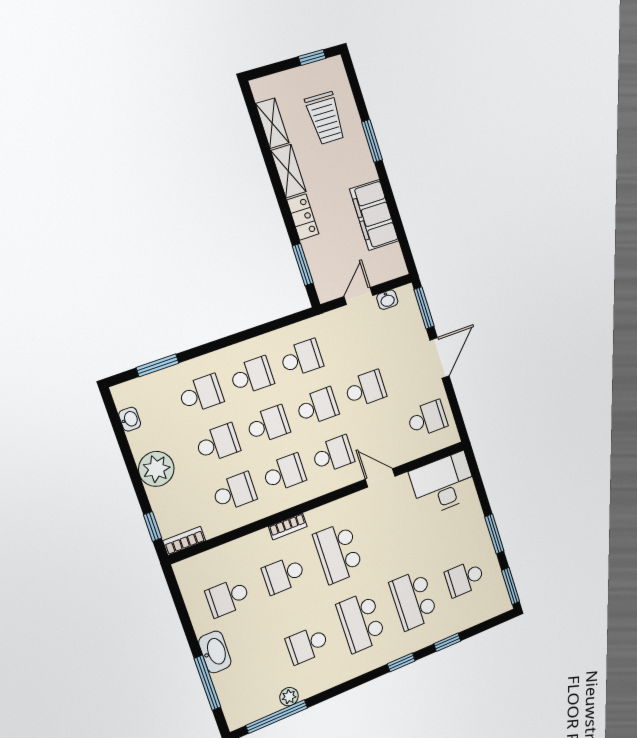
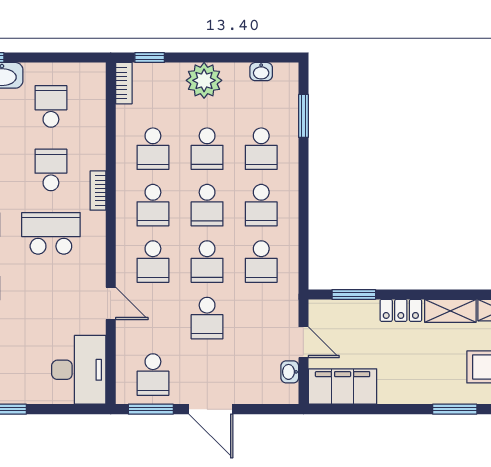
filing cabinet: (374, 215) -> (343, 387), moved
window: (424, 308) -> (151, 409), moved
door: (380, 478) -> (111, 303), hinge flipped

